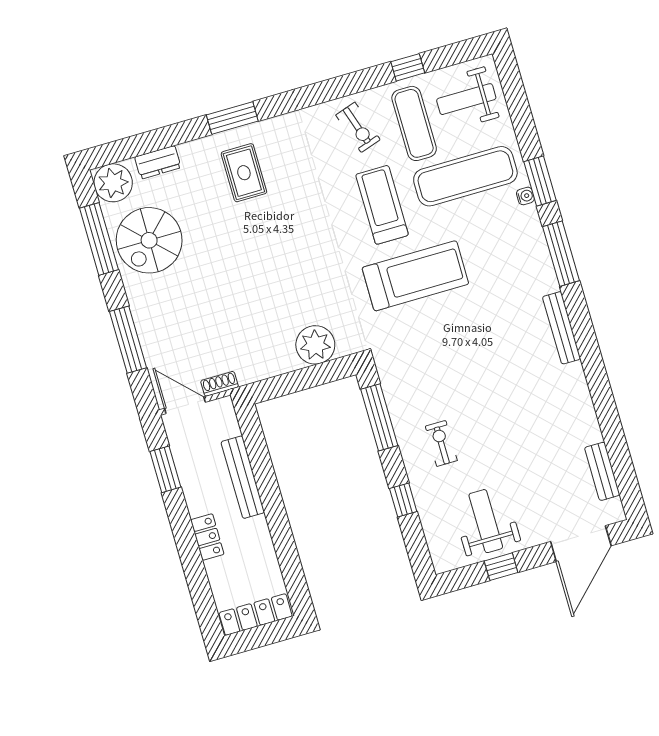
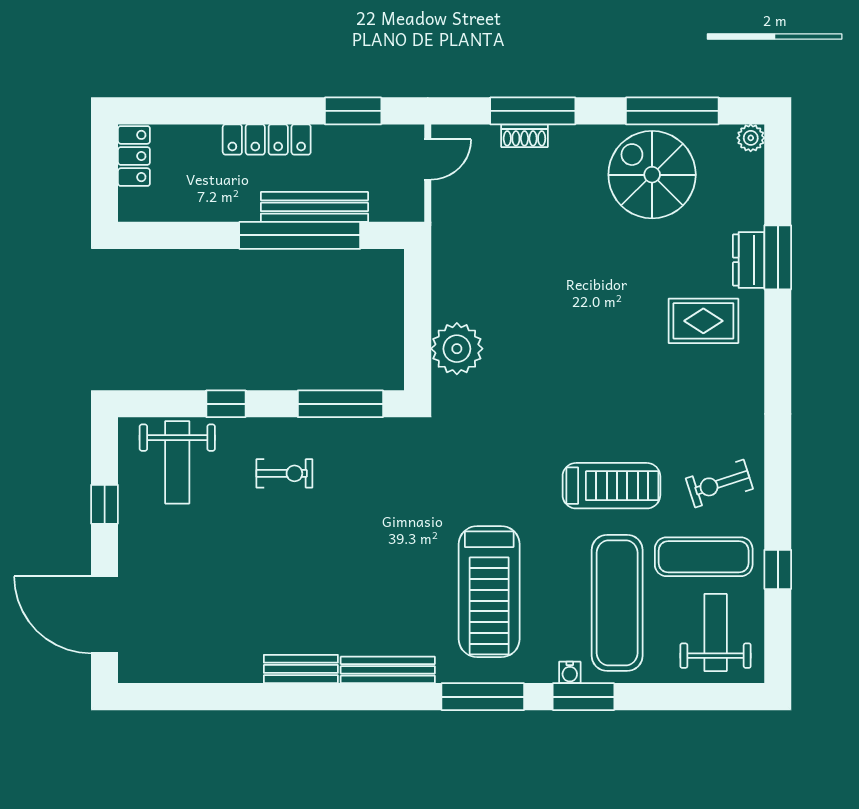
window: (232, 118) -> (778, 257), moved
dresser: (158, 162) -> (749, 260), moved
plant: (113, 183) -> (751, 138), width x0.53, depth x0.53
treadmill: (415, 276) -> (489, 592), moved
shoe rack: (219, 384) -> (524, 136), moved, turned 90
door: (185, 405) -> (428, 159), width x0.73
bench: (602, 471) -> (301, 669), moved
window: (266, 482) -> (300, 235), added
weight bench: (486, 521) -> (177, 462), moved, turned 90
locker: (207, 537) -> (267, 140), width x1.53
locker: (256, 614) -> (134, 156), width x0.66

